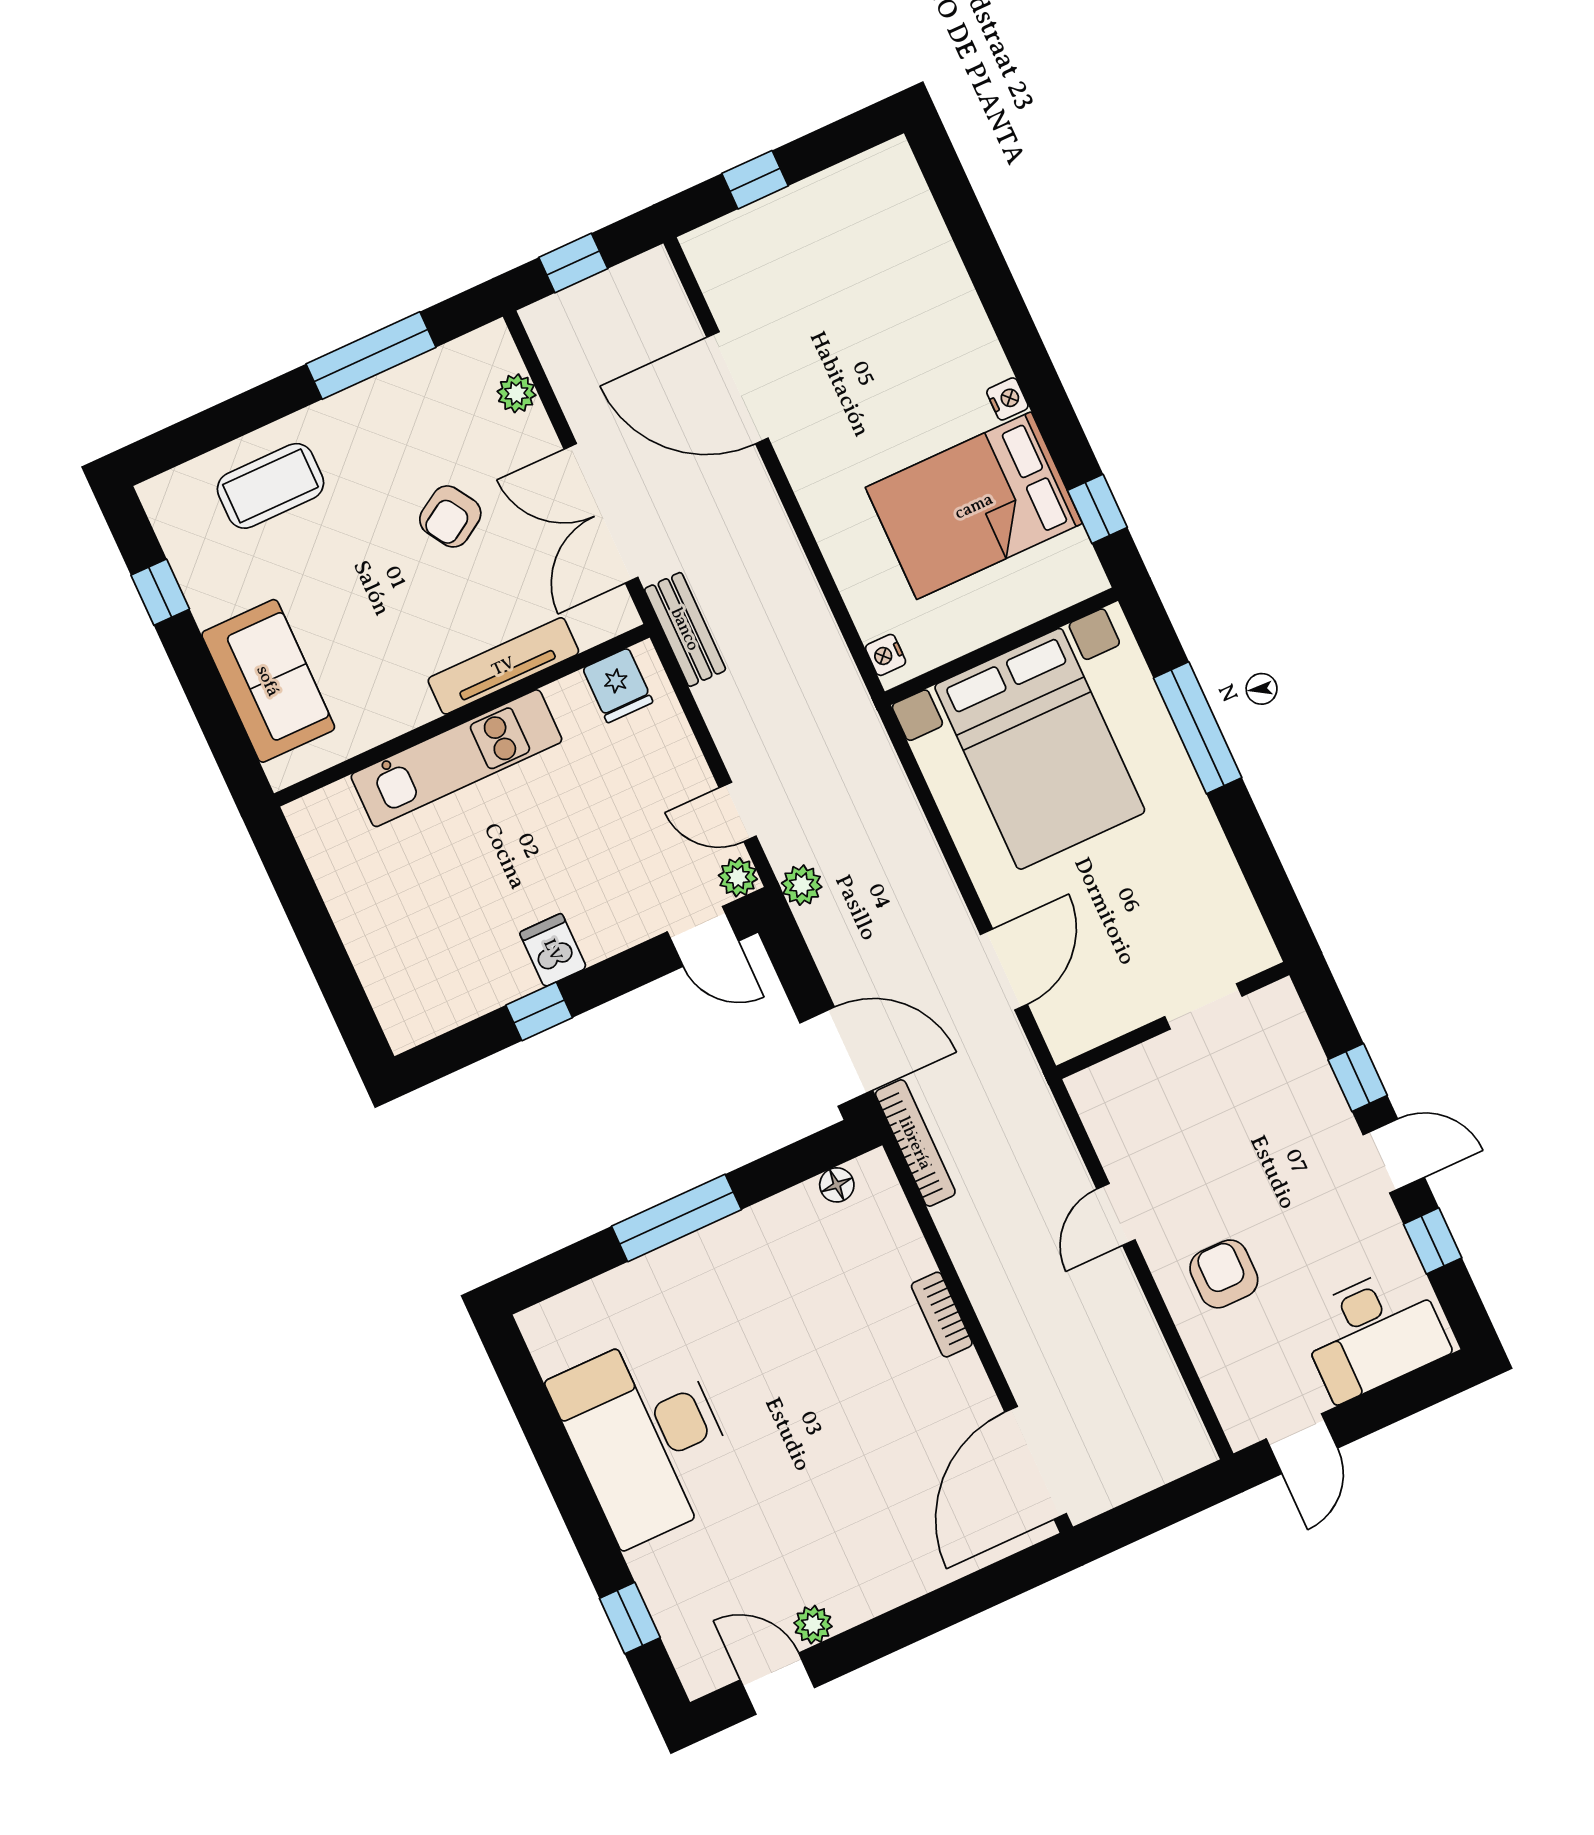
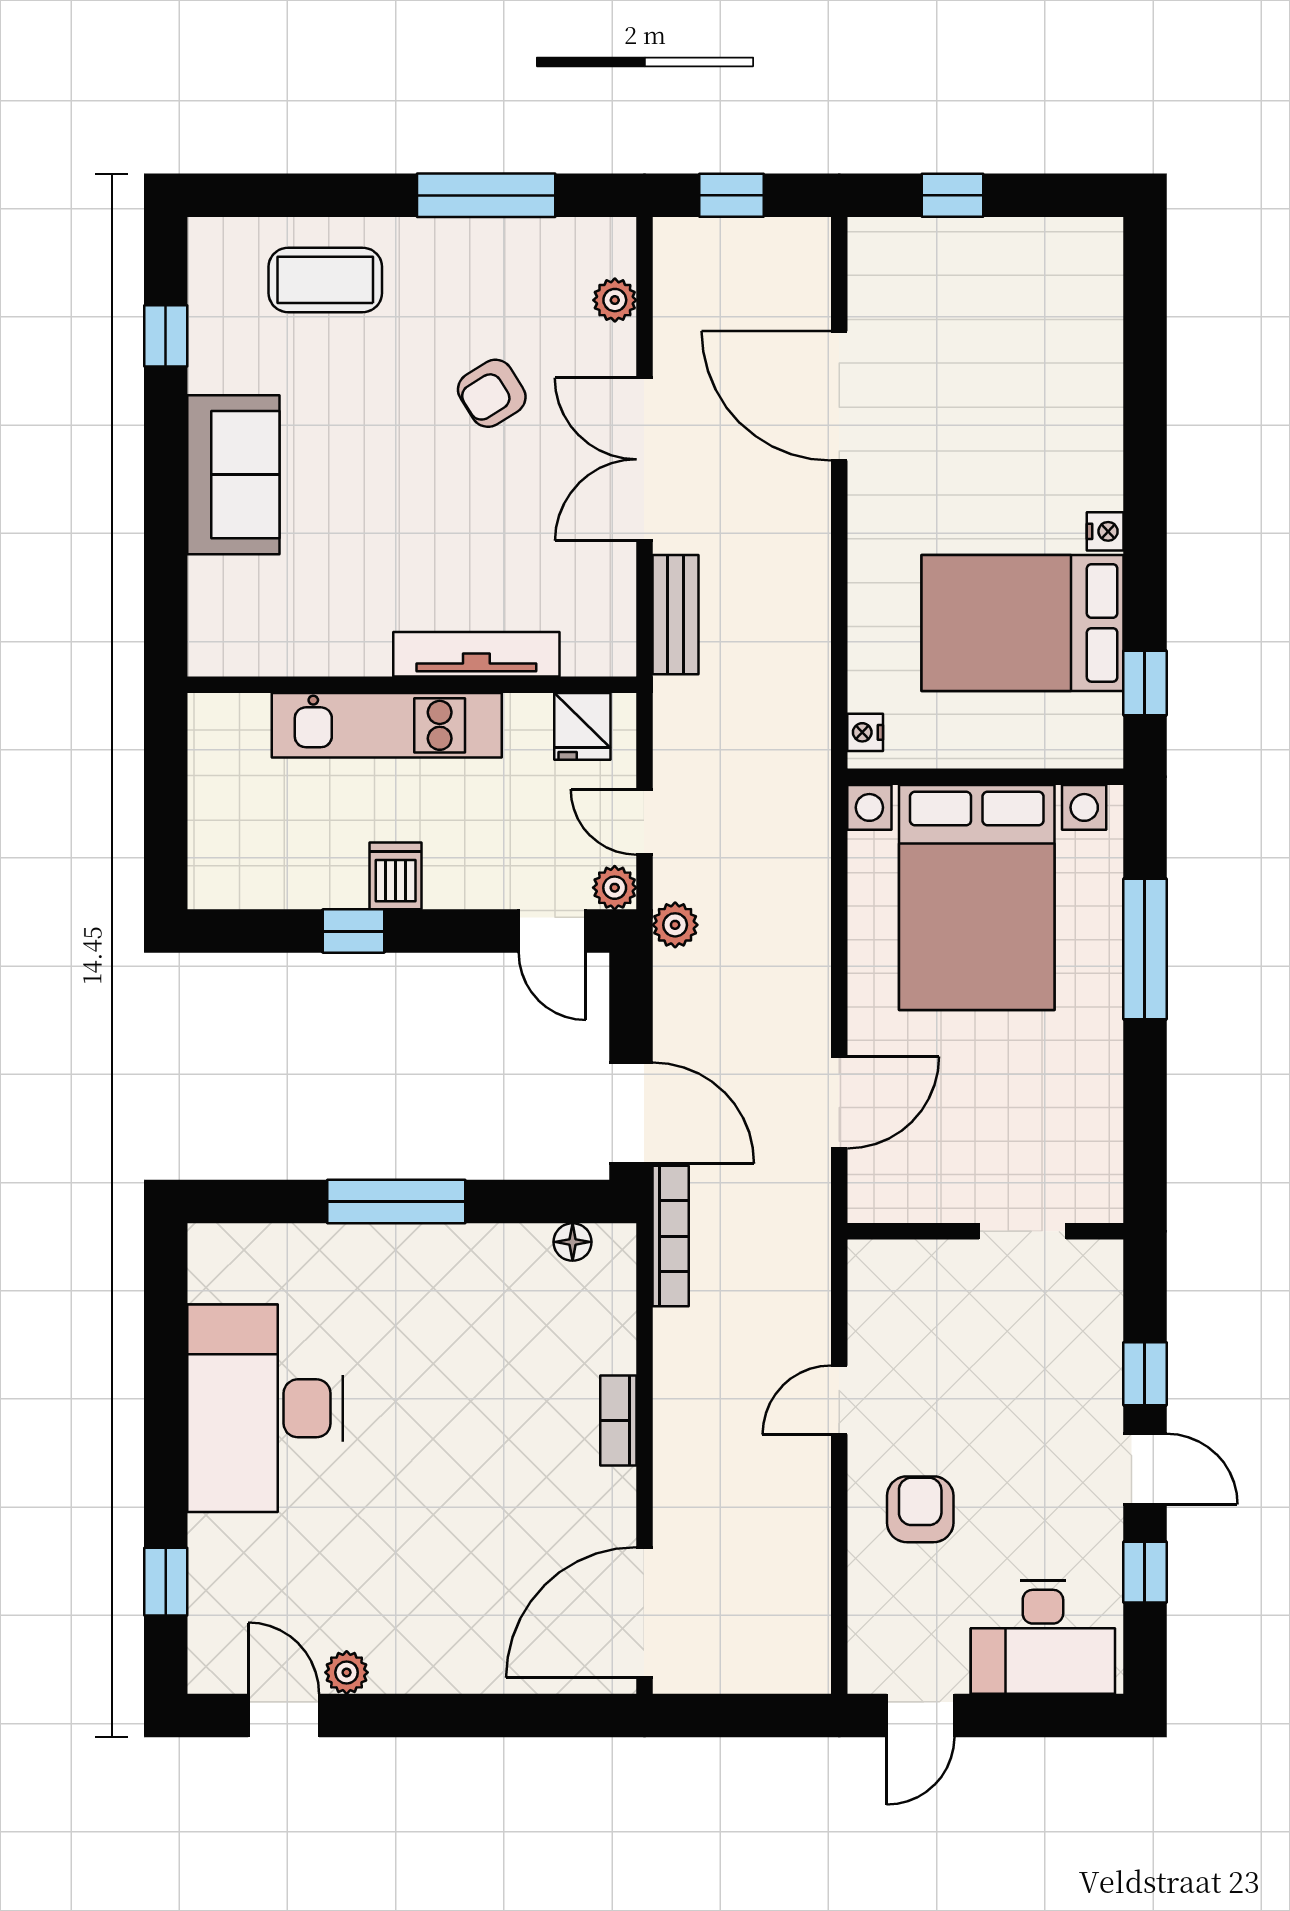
tv unit: (503, 666) -> (476, 654), moved
fridge: (618, 685) -> (582, 726), moved
wall: (462, 715) -> (412, 685), moved
kitchen unit: (456, 758) -> (387, 725), moved

